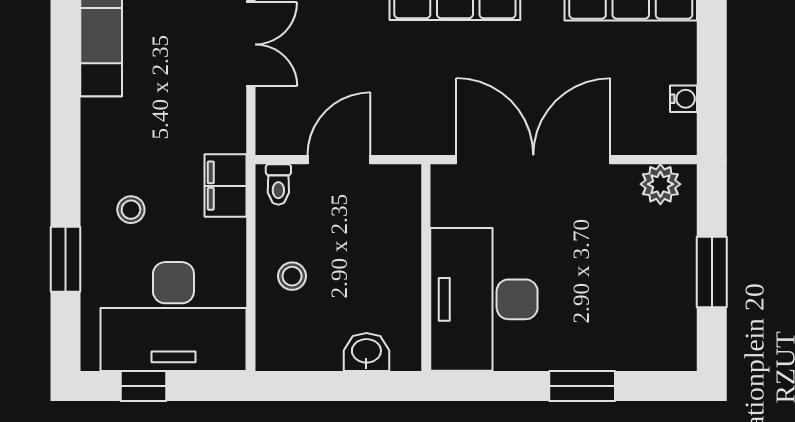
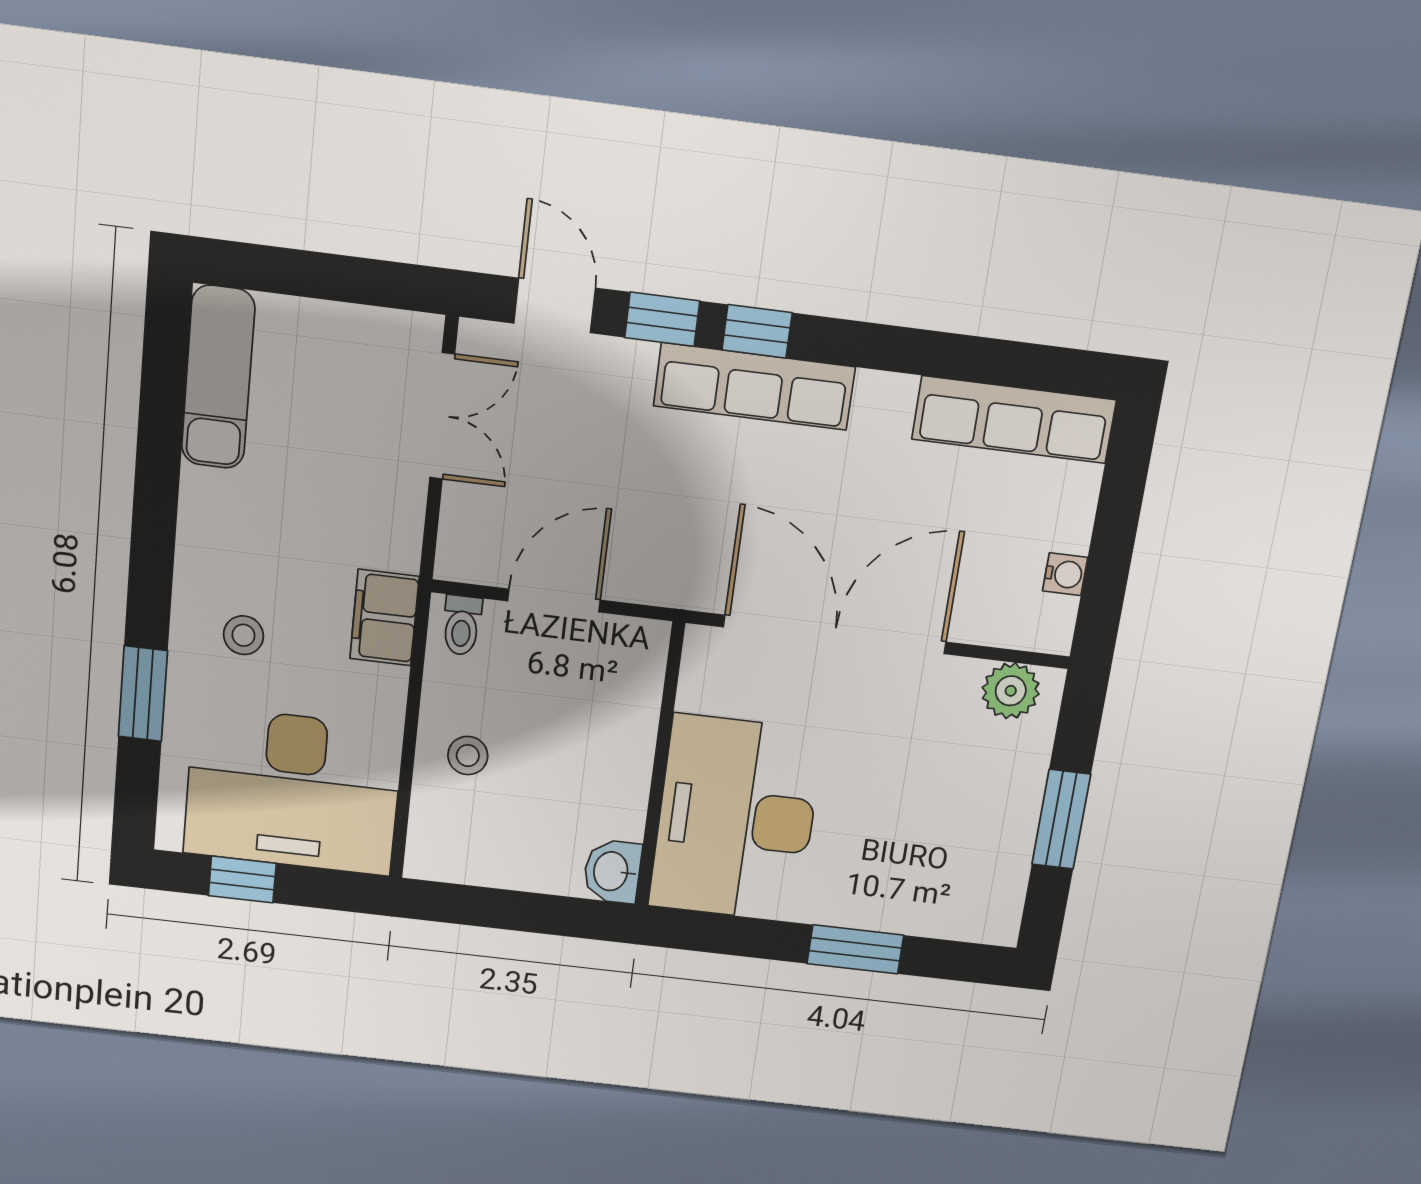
washbasin: (366, 352) -> (612, 871), moved, turned -90

